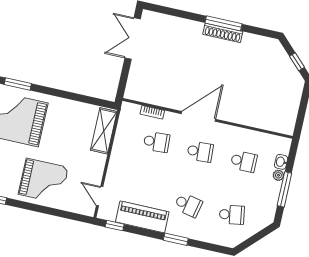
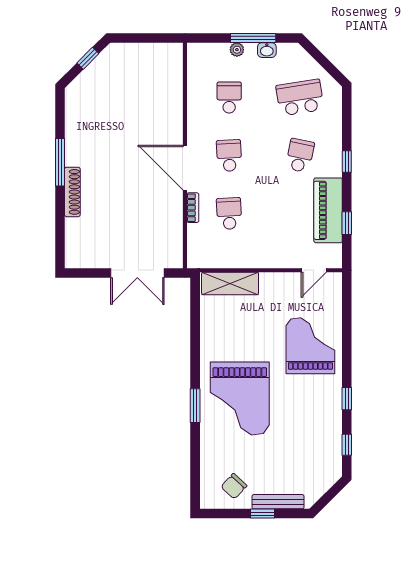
shoe rack: (223, 33) -> (72, 192), moved
double door: (133, 38) -> (137, 273), moved
bookcase: (152, 112) -> (193, 208), moved
washbasin: (281, 162) -> (267, 50), moved
school desk: (232, 215) -> (300, 97), width x1.85
window: (115, 226) -> (347, 223), moved
window: (176, 239) -> (347, 162), width x0.67

